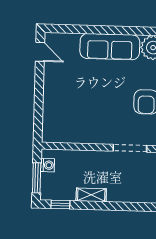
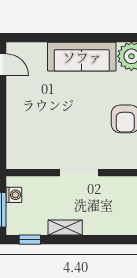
doorway: (130, 148) -> (79, 173), moved

